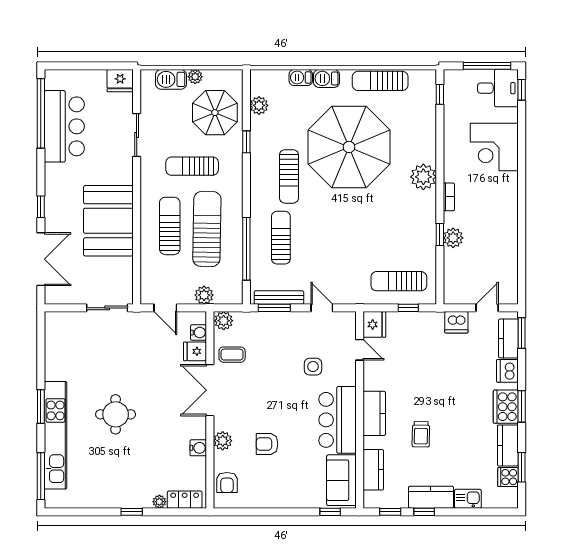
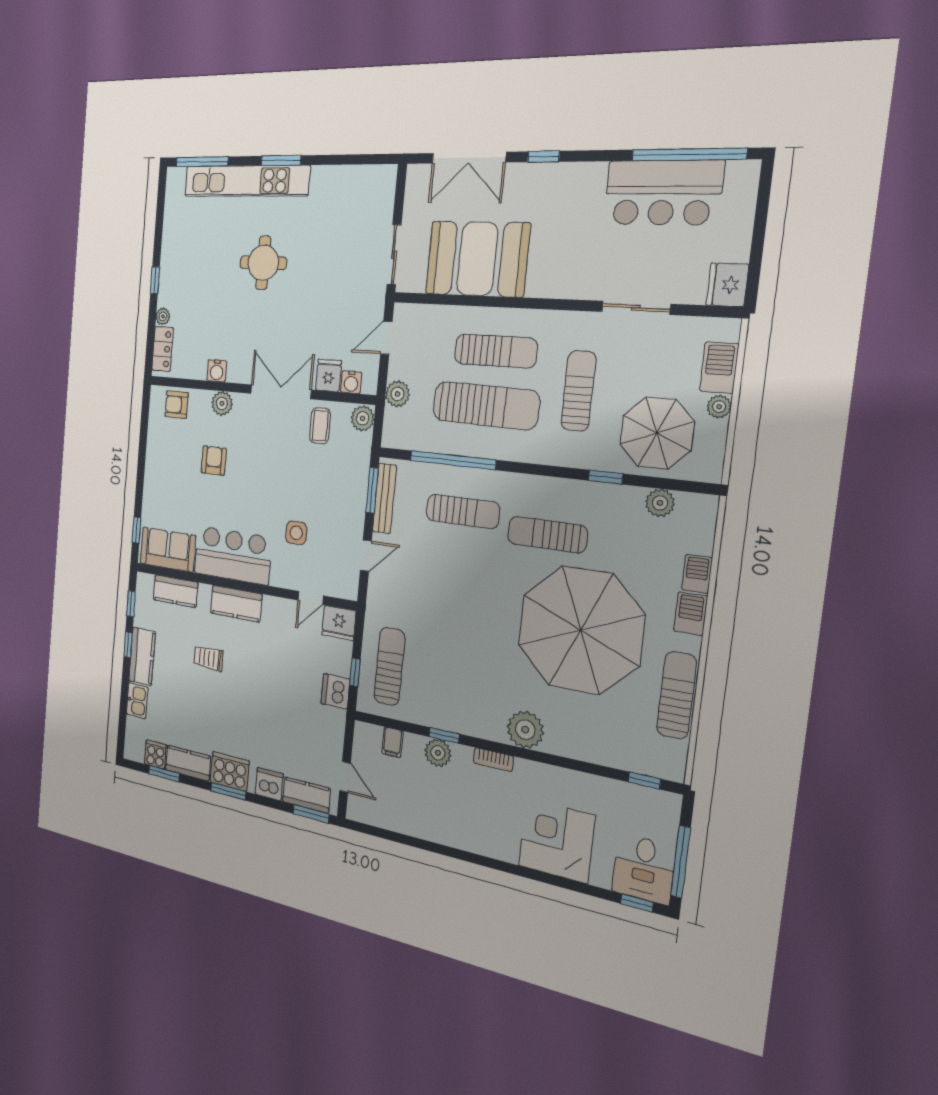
booth: (108, 221) -> (477, 259), moved
filing cabinet: (453, 273) -> (392, 742), added
dishwasher: (456, 322) -> (335, 691), moved

